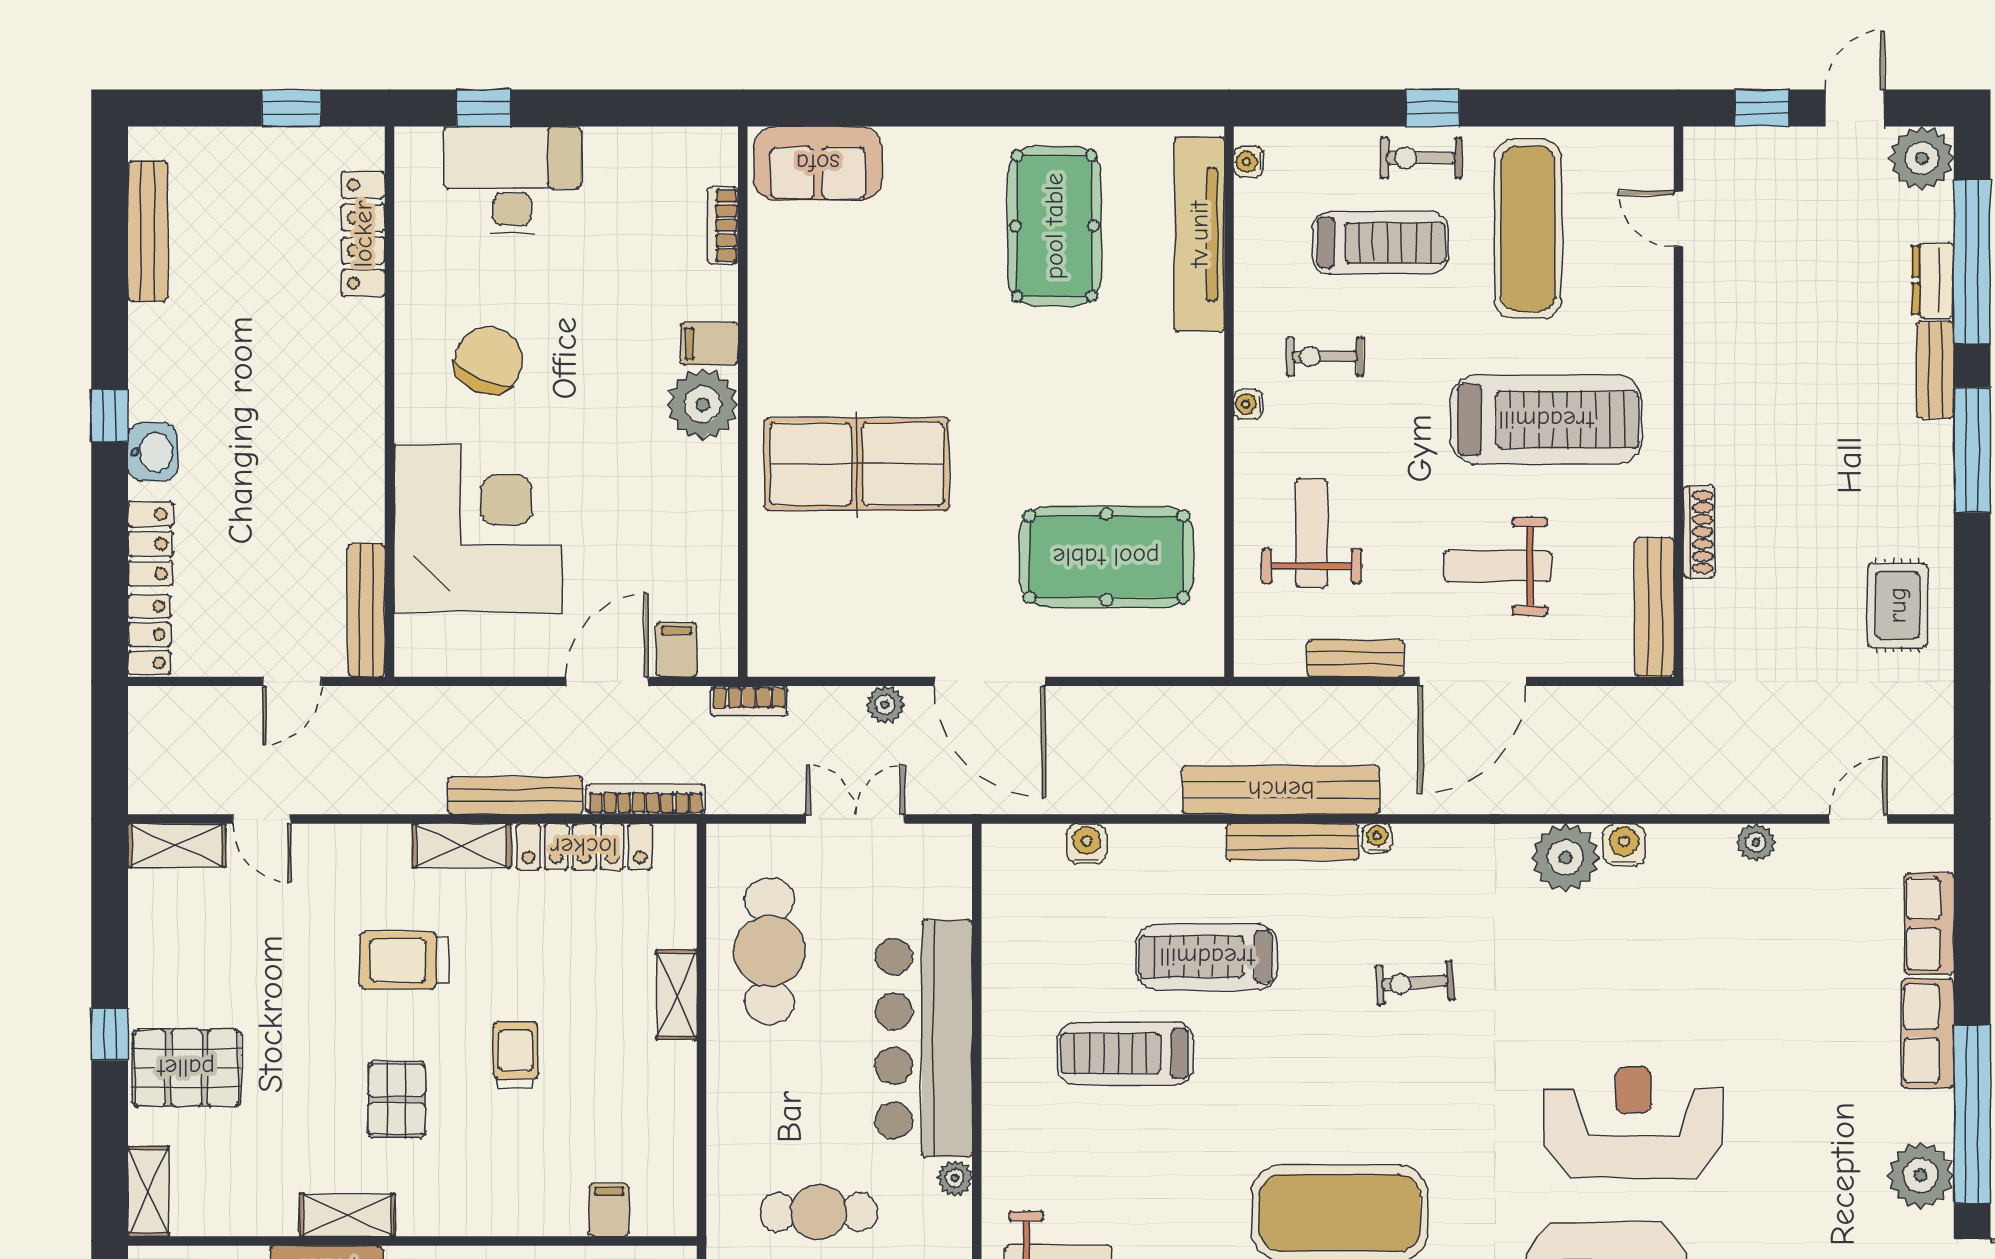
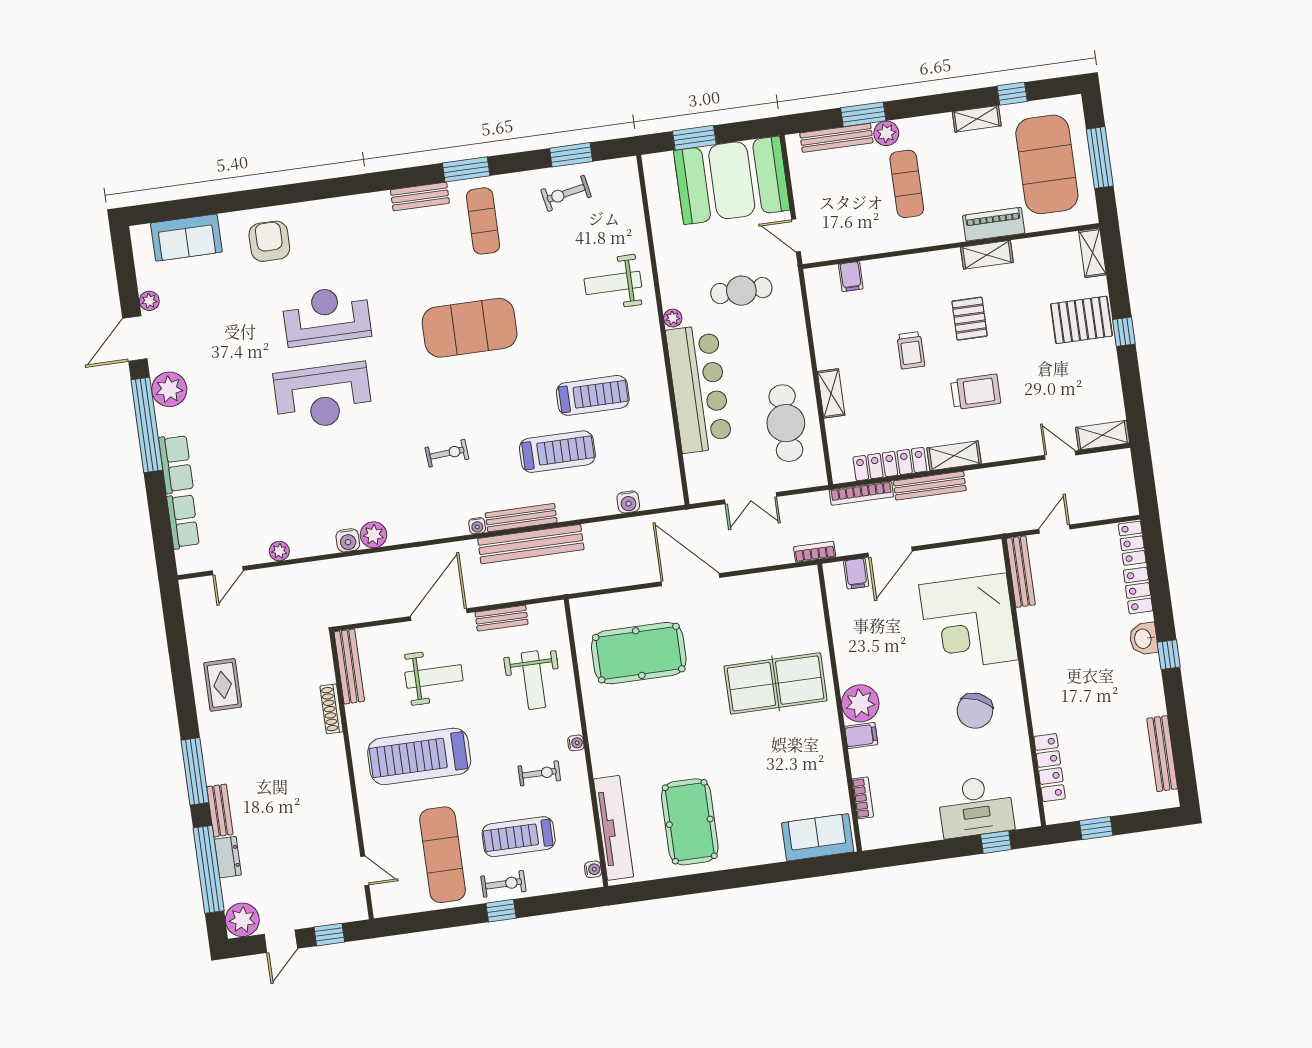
plant: (885, 705) -> (743, 560), removed
plant: (1565, 858) -> (373, 535), width x0.73, depth x0.73

